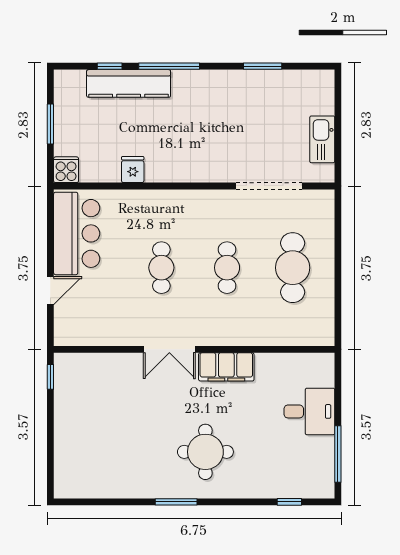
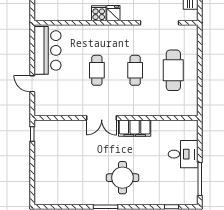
cooker: (66, 170) -> (99, 13), moved
fridge: (133, 170) -> (113, 13), moved
door: (50, 291) -> (32, 84), swing flipped

